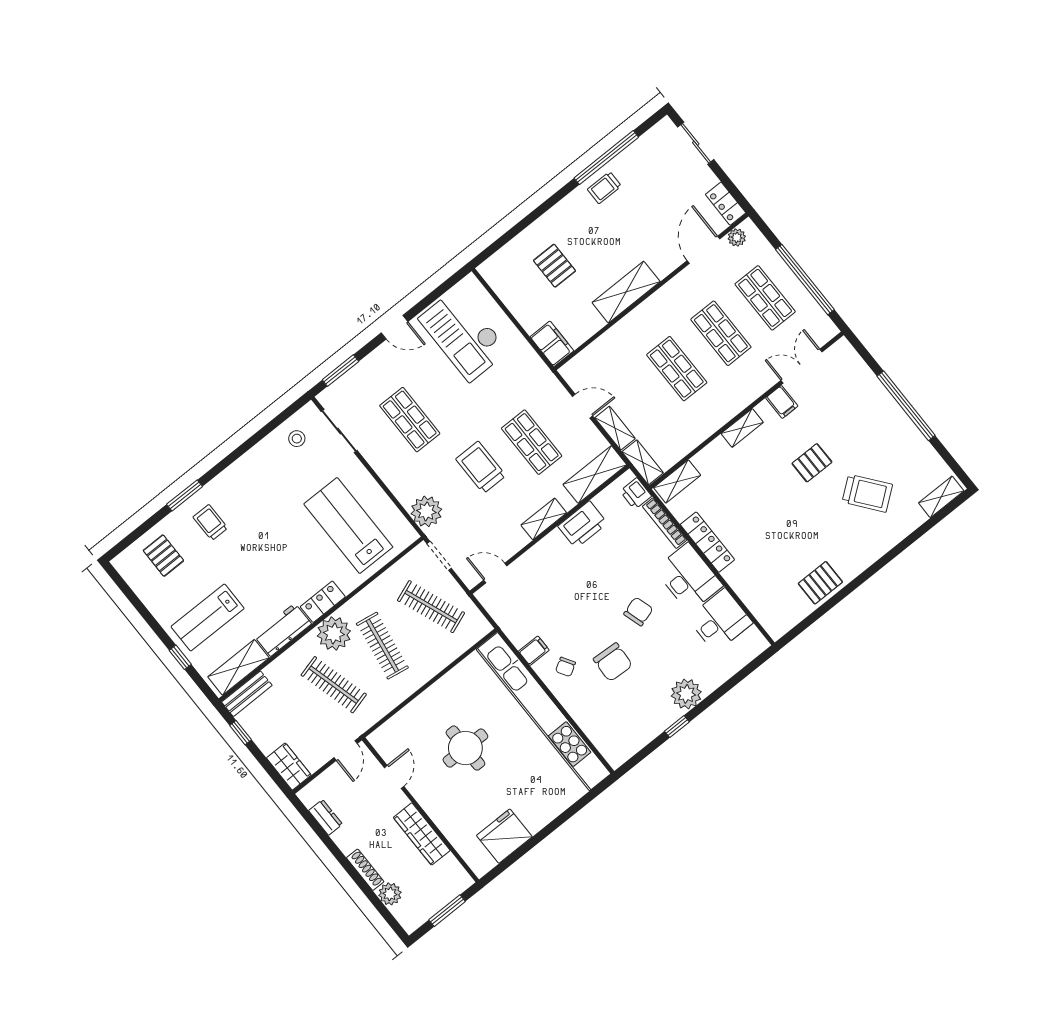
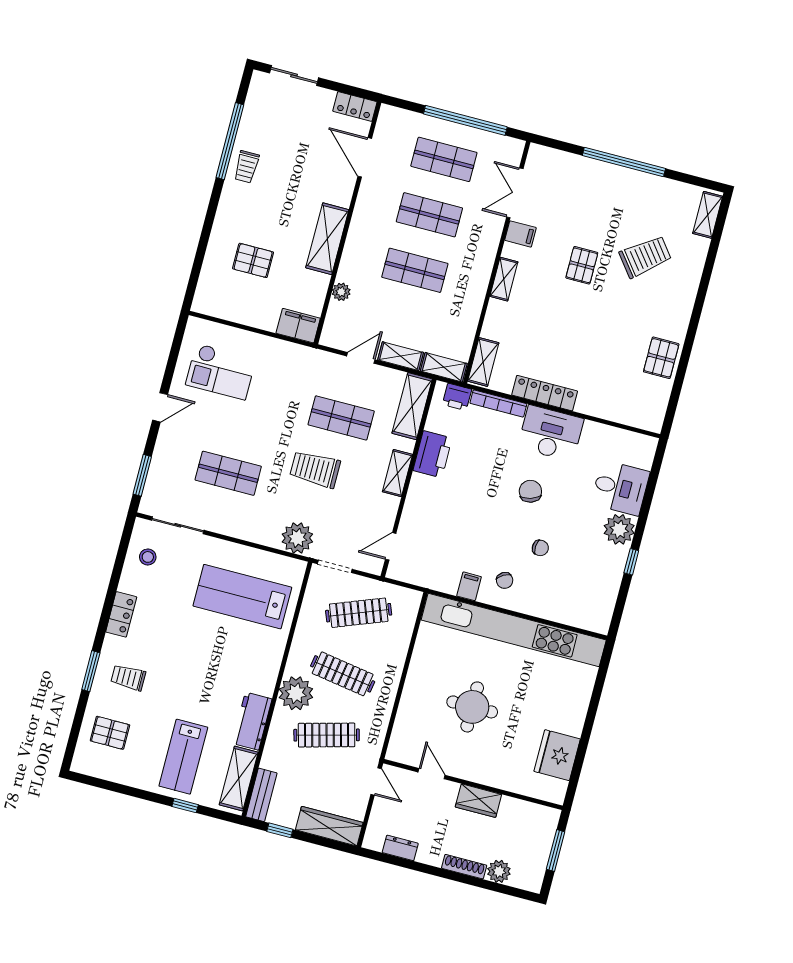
plant: (737, 238) -> (341, 292), moved
checkout: (464, 335) -> (221, 372), width x0.73, depth x0.83
locker: (323, 602) -> (121, 614), moved, turned 180
desk: (720, 620) -> (620, 488), moved, turned 90
chair: (613, 662) -> (540, 548), width x0.54, depth x0.54
wardrobe: (289, 767) -> (329, 826), width x1.50
wardrobe: (422, 834) -> (478, 801), width x0.67

